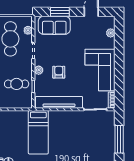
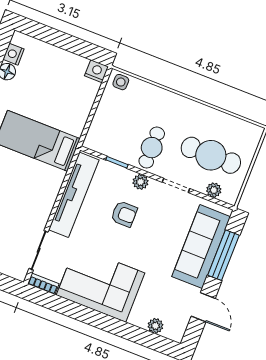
window: (60, 12) -> (224, 255), width x1.44
sofa: (54, 25) -> (201, 247), width x1.36
cafe table: (17, 84) -> (152, 148), moved

